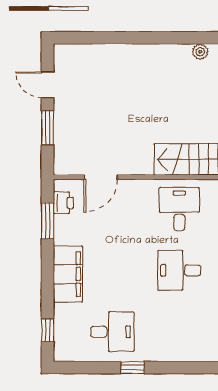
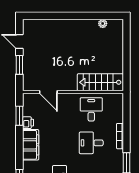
door: (101, 177) -> (48, 92), hinge flipped
printer: (63, 203) -> (28, 123), moved

